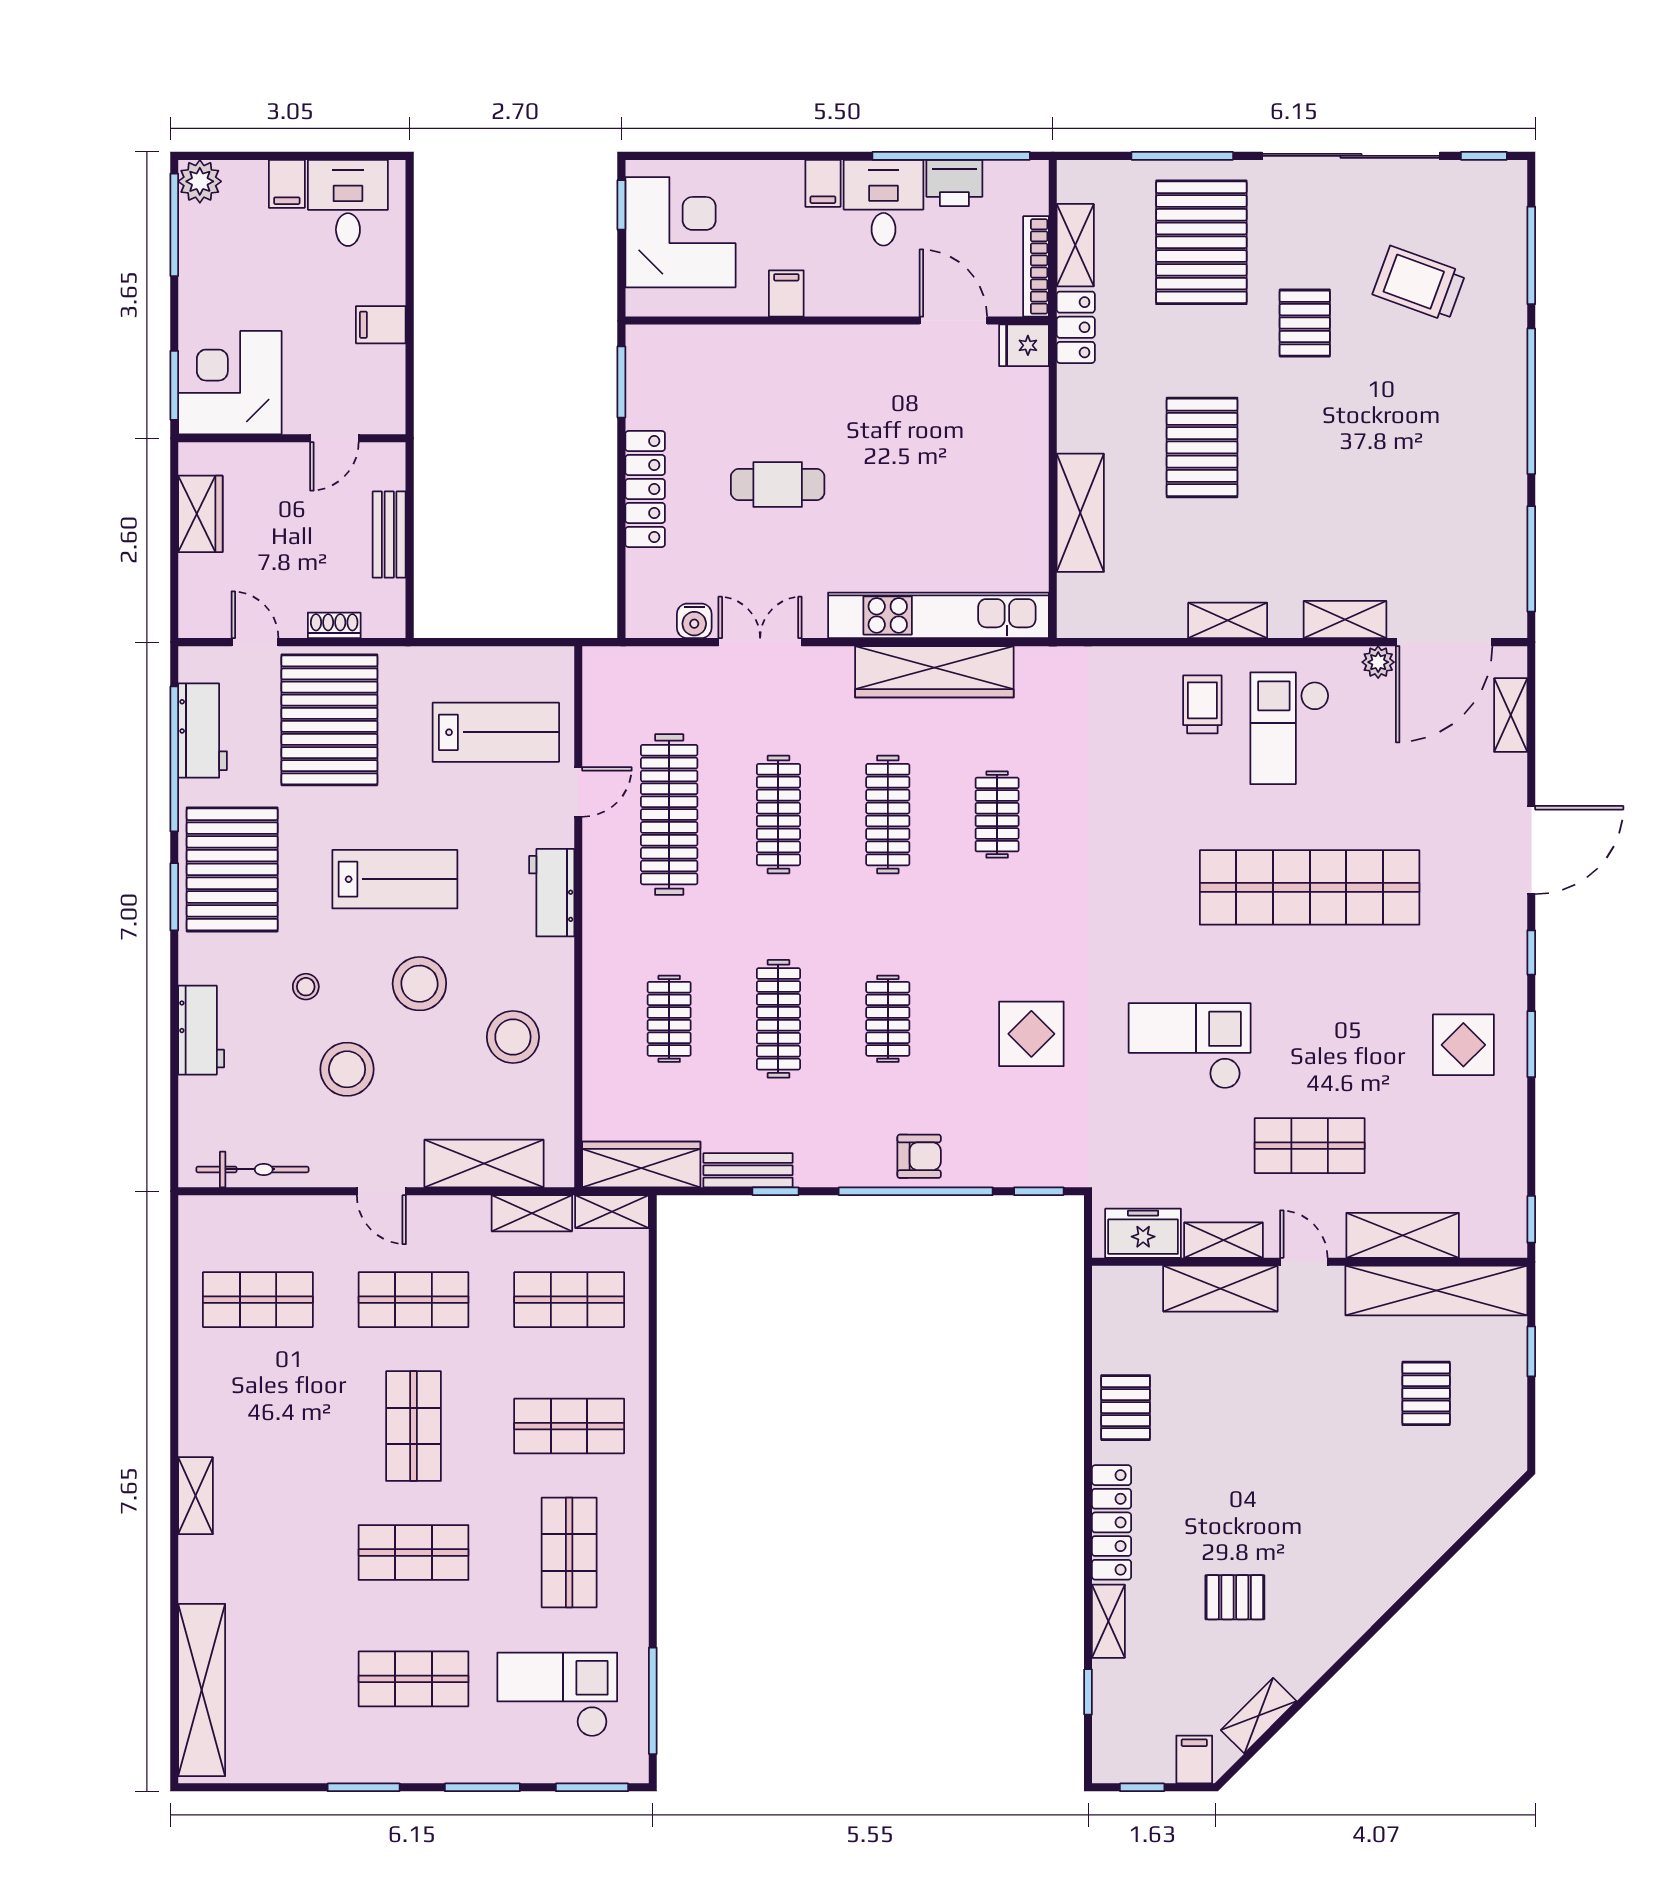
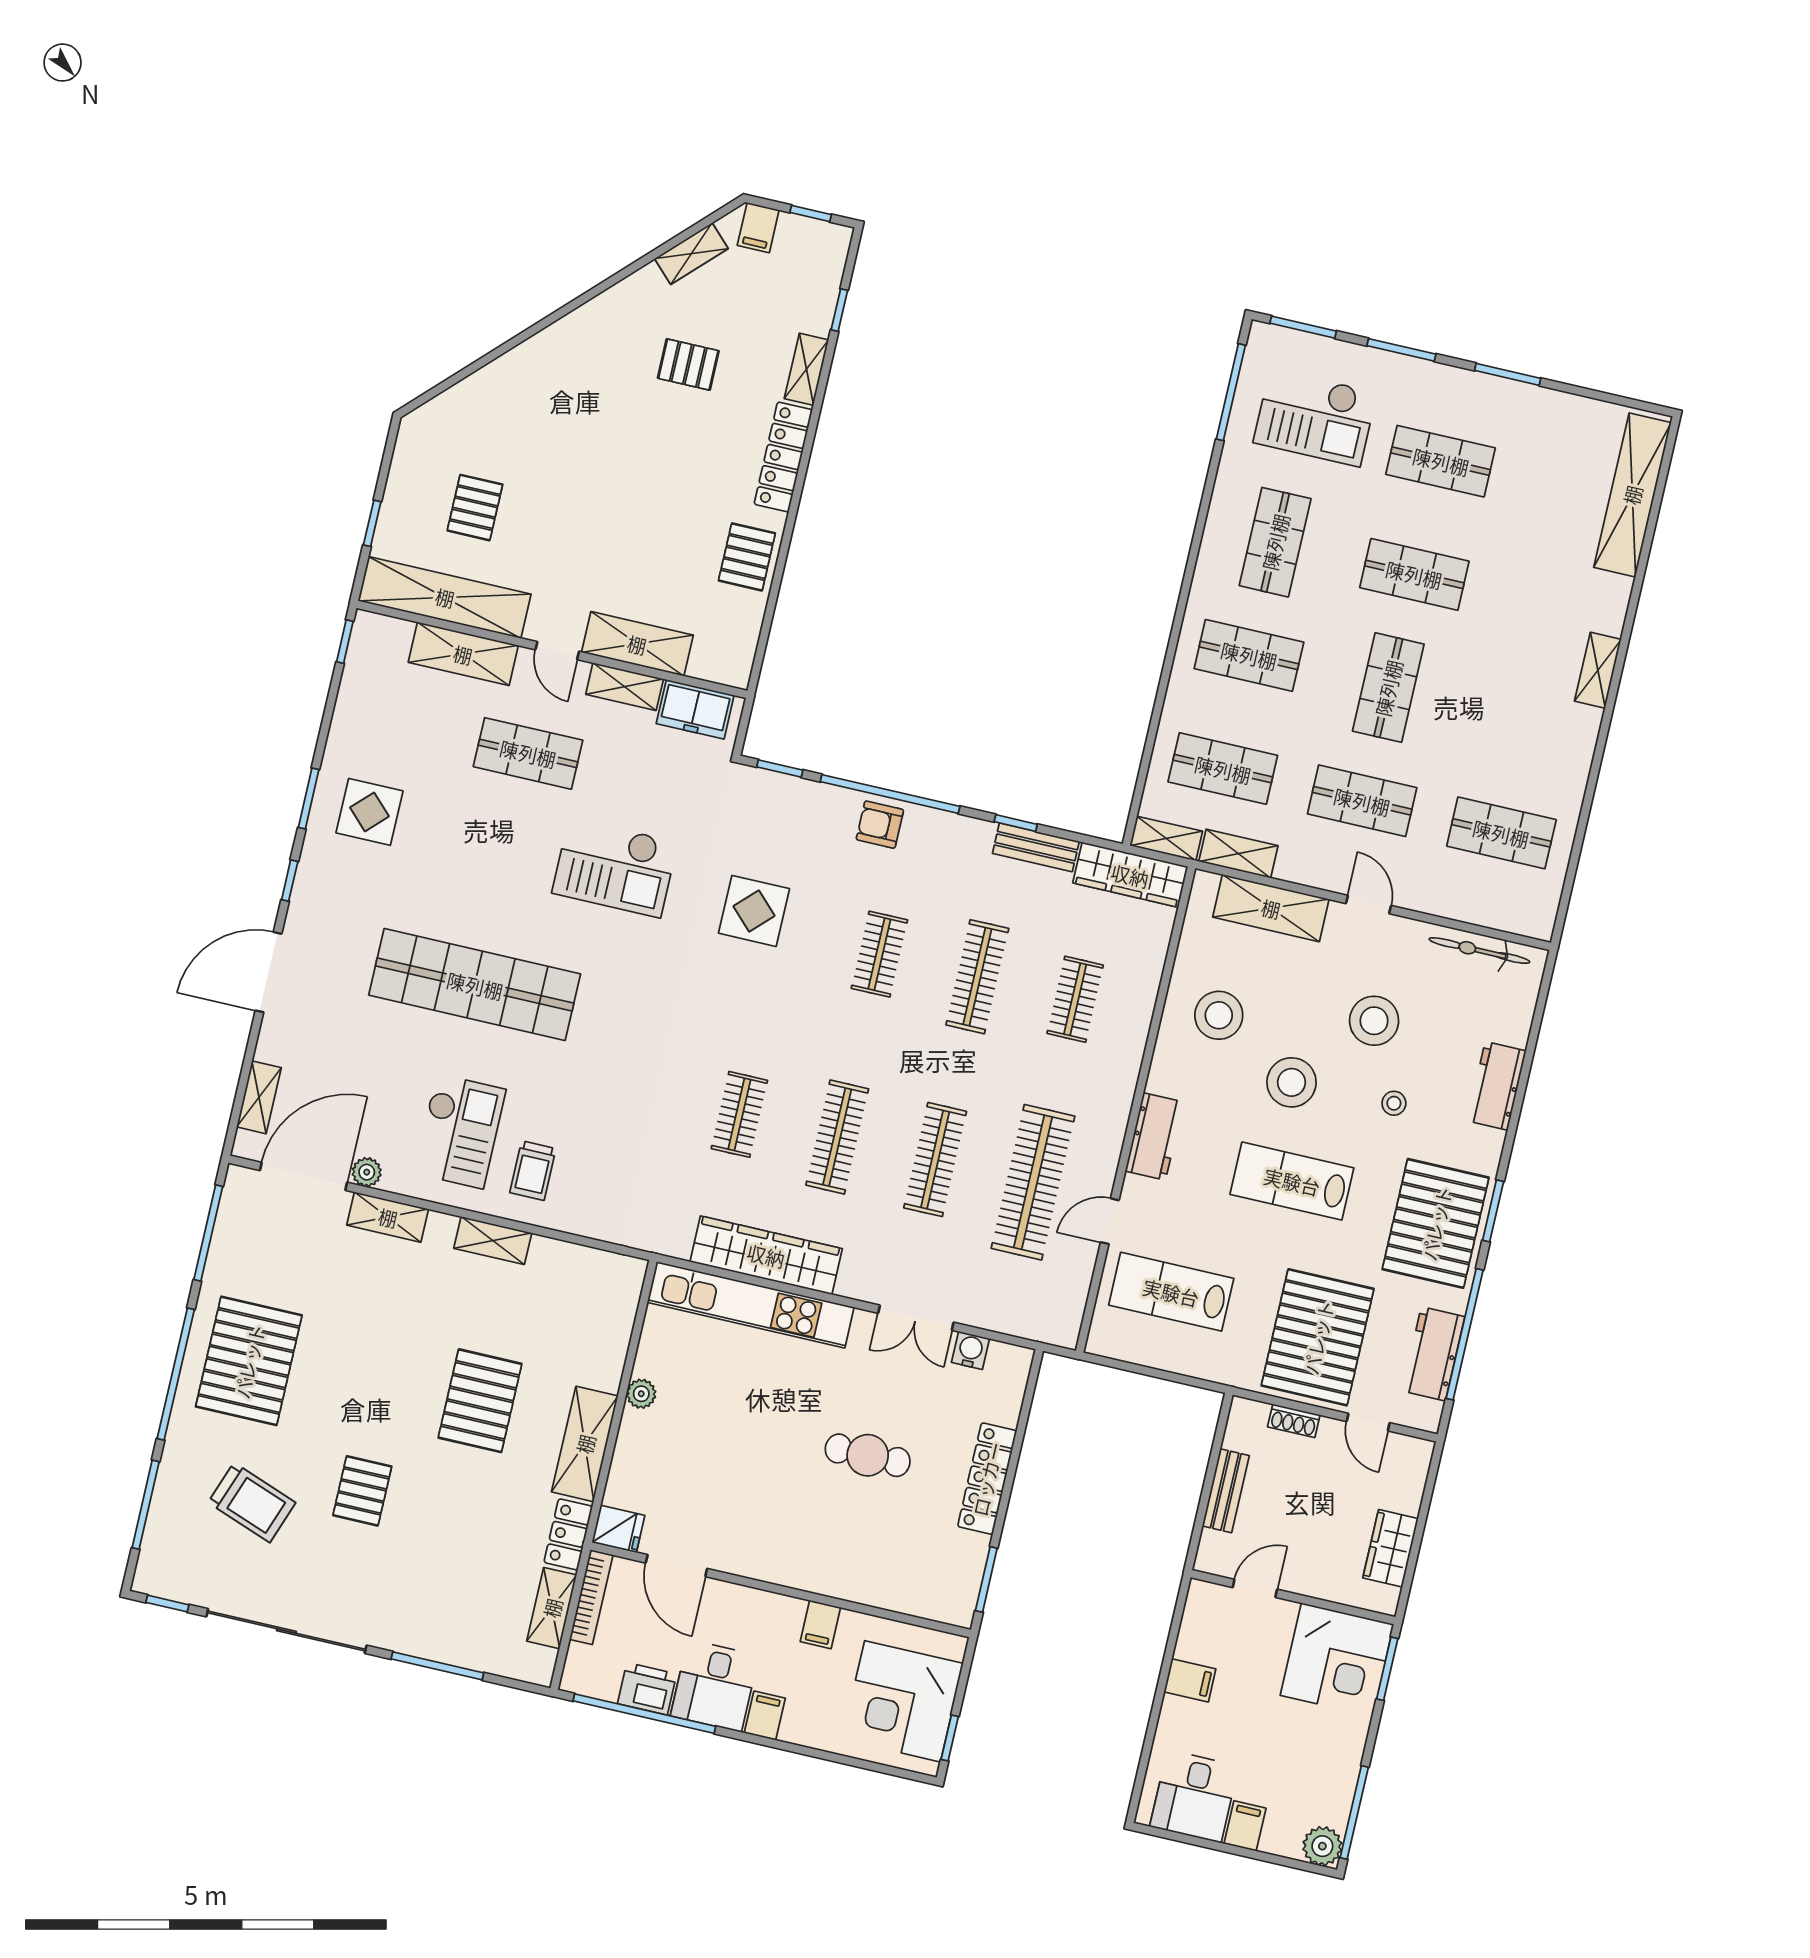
pallet: (1201, 242) -> (249, 1361), moved
plant: (1033, 494) -> (641, 1394), added
shelving: (1080, 513) -> (585, 1444), moved

